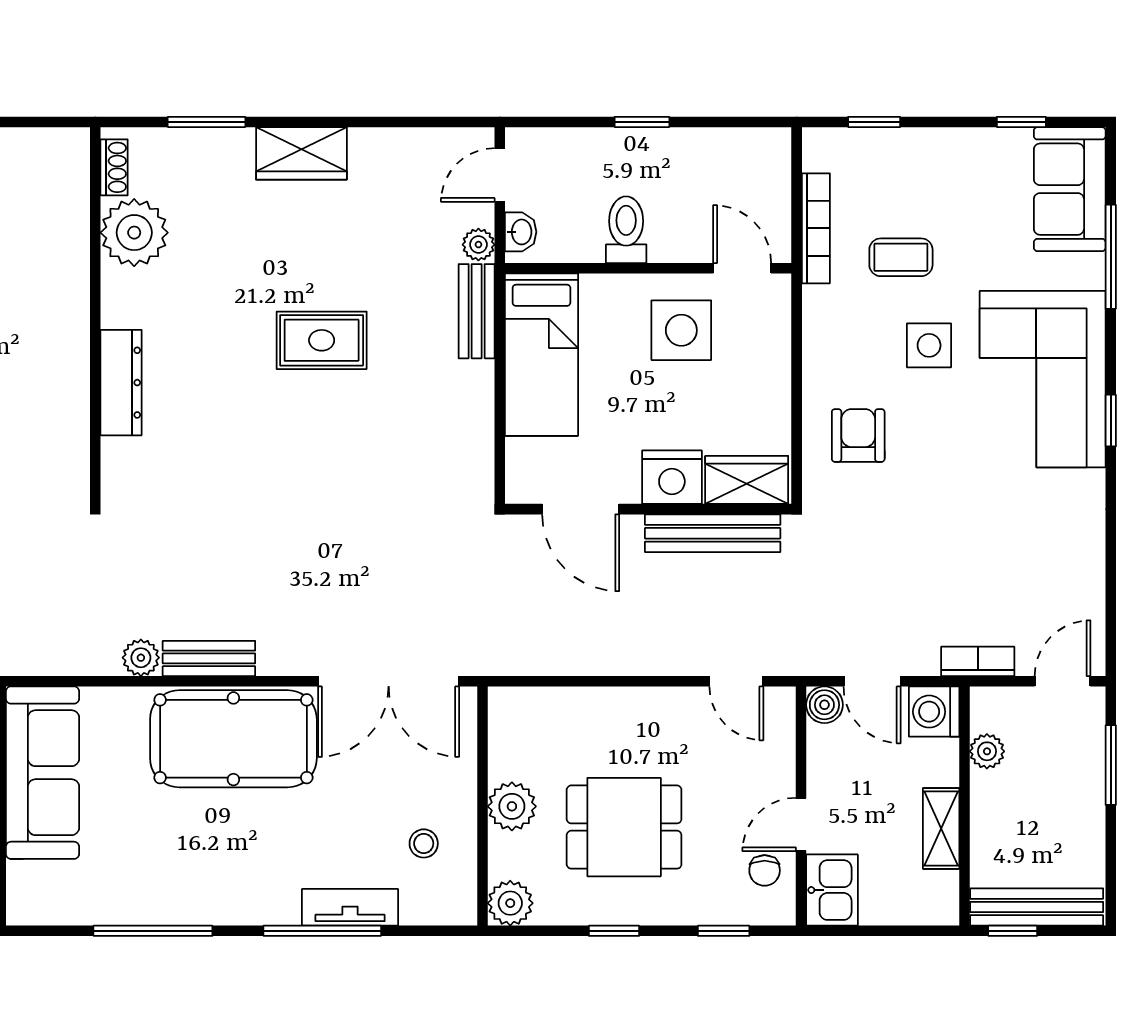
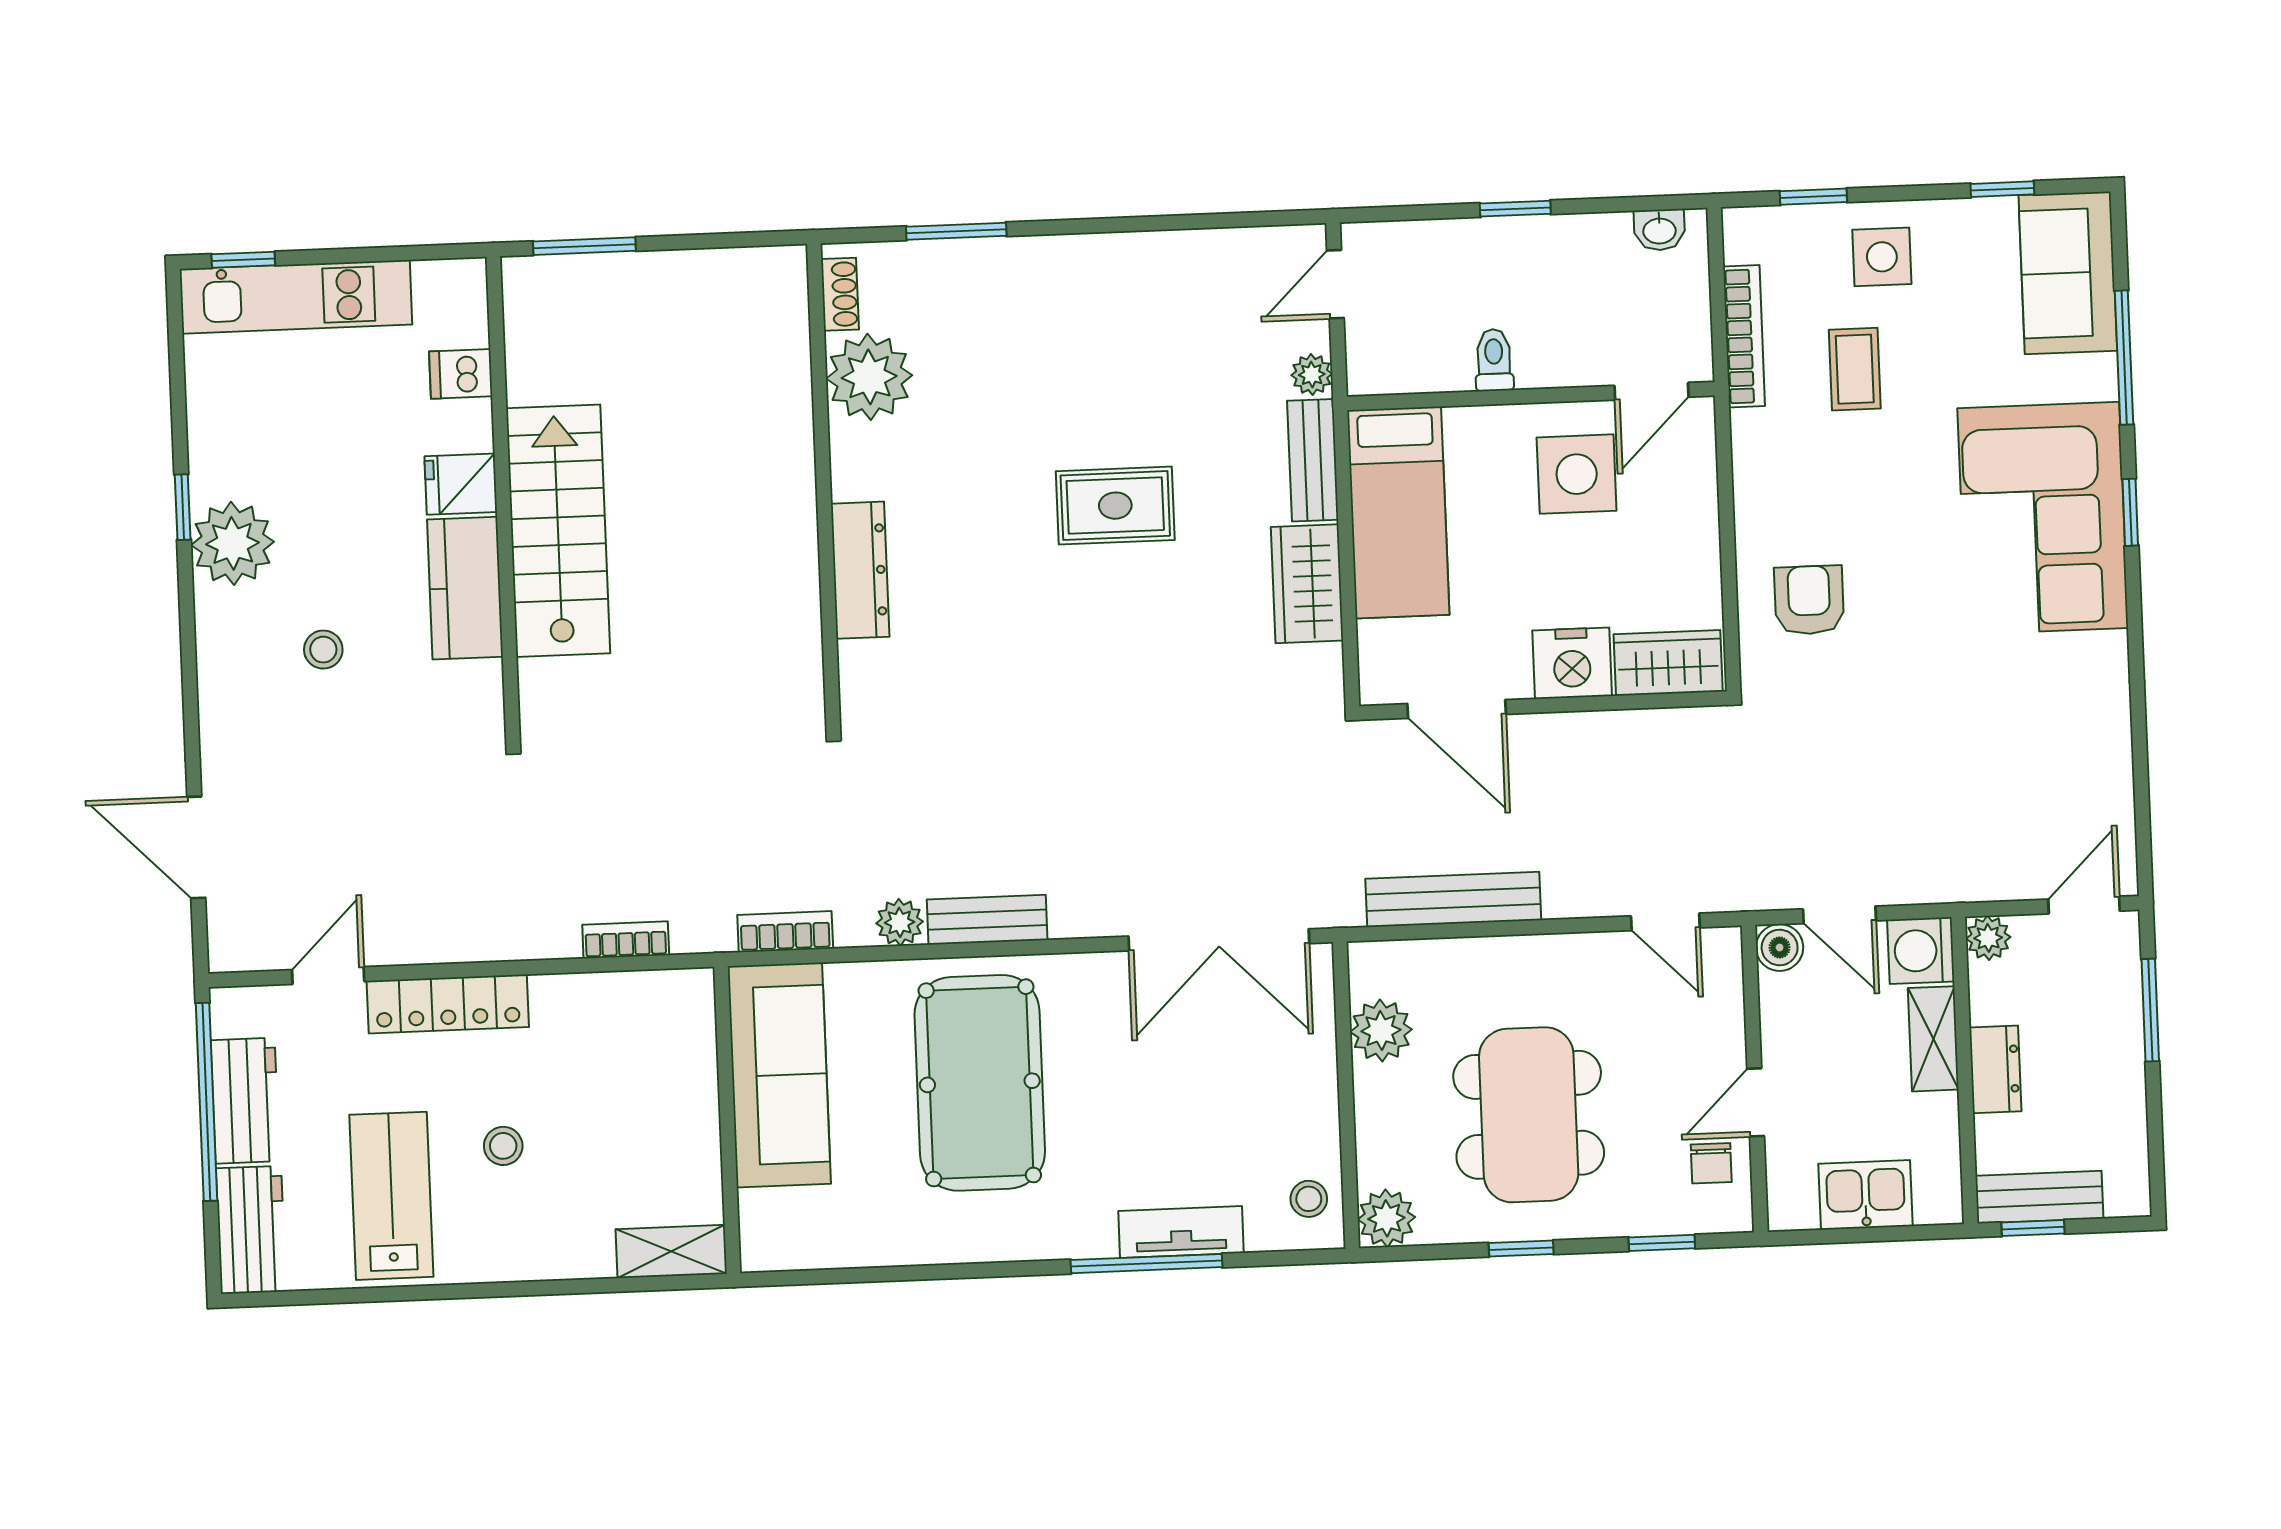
wardrobe: (301, 153) -> (1307, 584), moved, turned 90
toilet: (626, 230) -> (1494, 360), width x0.73, depth x0.72
washbasin: (521, 232) -> (1659, 230), moved, turned 90
coffee table: (901, 257) -> (1855, 369), turned 90
door: (742, 268) -> (1651, 391), swing flipped
side table: (929, 345) -> (1882, 257), moved
window: (1111, 421) -> (2130, 512), moved
bench: (713, 533) -> (1453, 899), moved
bookcase: (978, 661) -> (785, 932), moved
pool table: (233, 739) -> (980, 1083), moved, turned 90
plant: (987, 751) -> (1988, 938), moved
plant: (512, 806) -> (1381, 1031), moved
dresser: (988, 806) -> (1995, 1069), added
dining table: (624, 827) -> (1529, 1115), width x1.38
shelving: (941, 828) -> (1933, 1039), moved
stool: (424, 843) -> (1309, 1199), moved
kitchen sink: (832, 890) -> (1866, 1195), moved, turned -90
bench: (1037, 907) -> (2040, 1197), width x0.73
window: (153, 931) -> (929, 1272), removed

